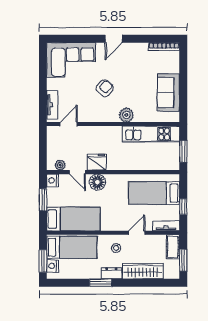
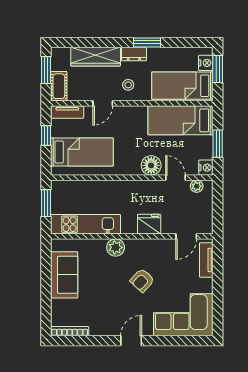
fridge: (97, 162) -> (149, 224), moved, turned 180

